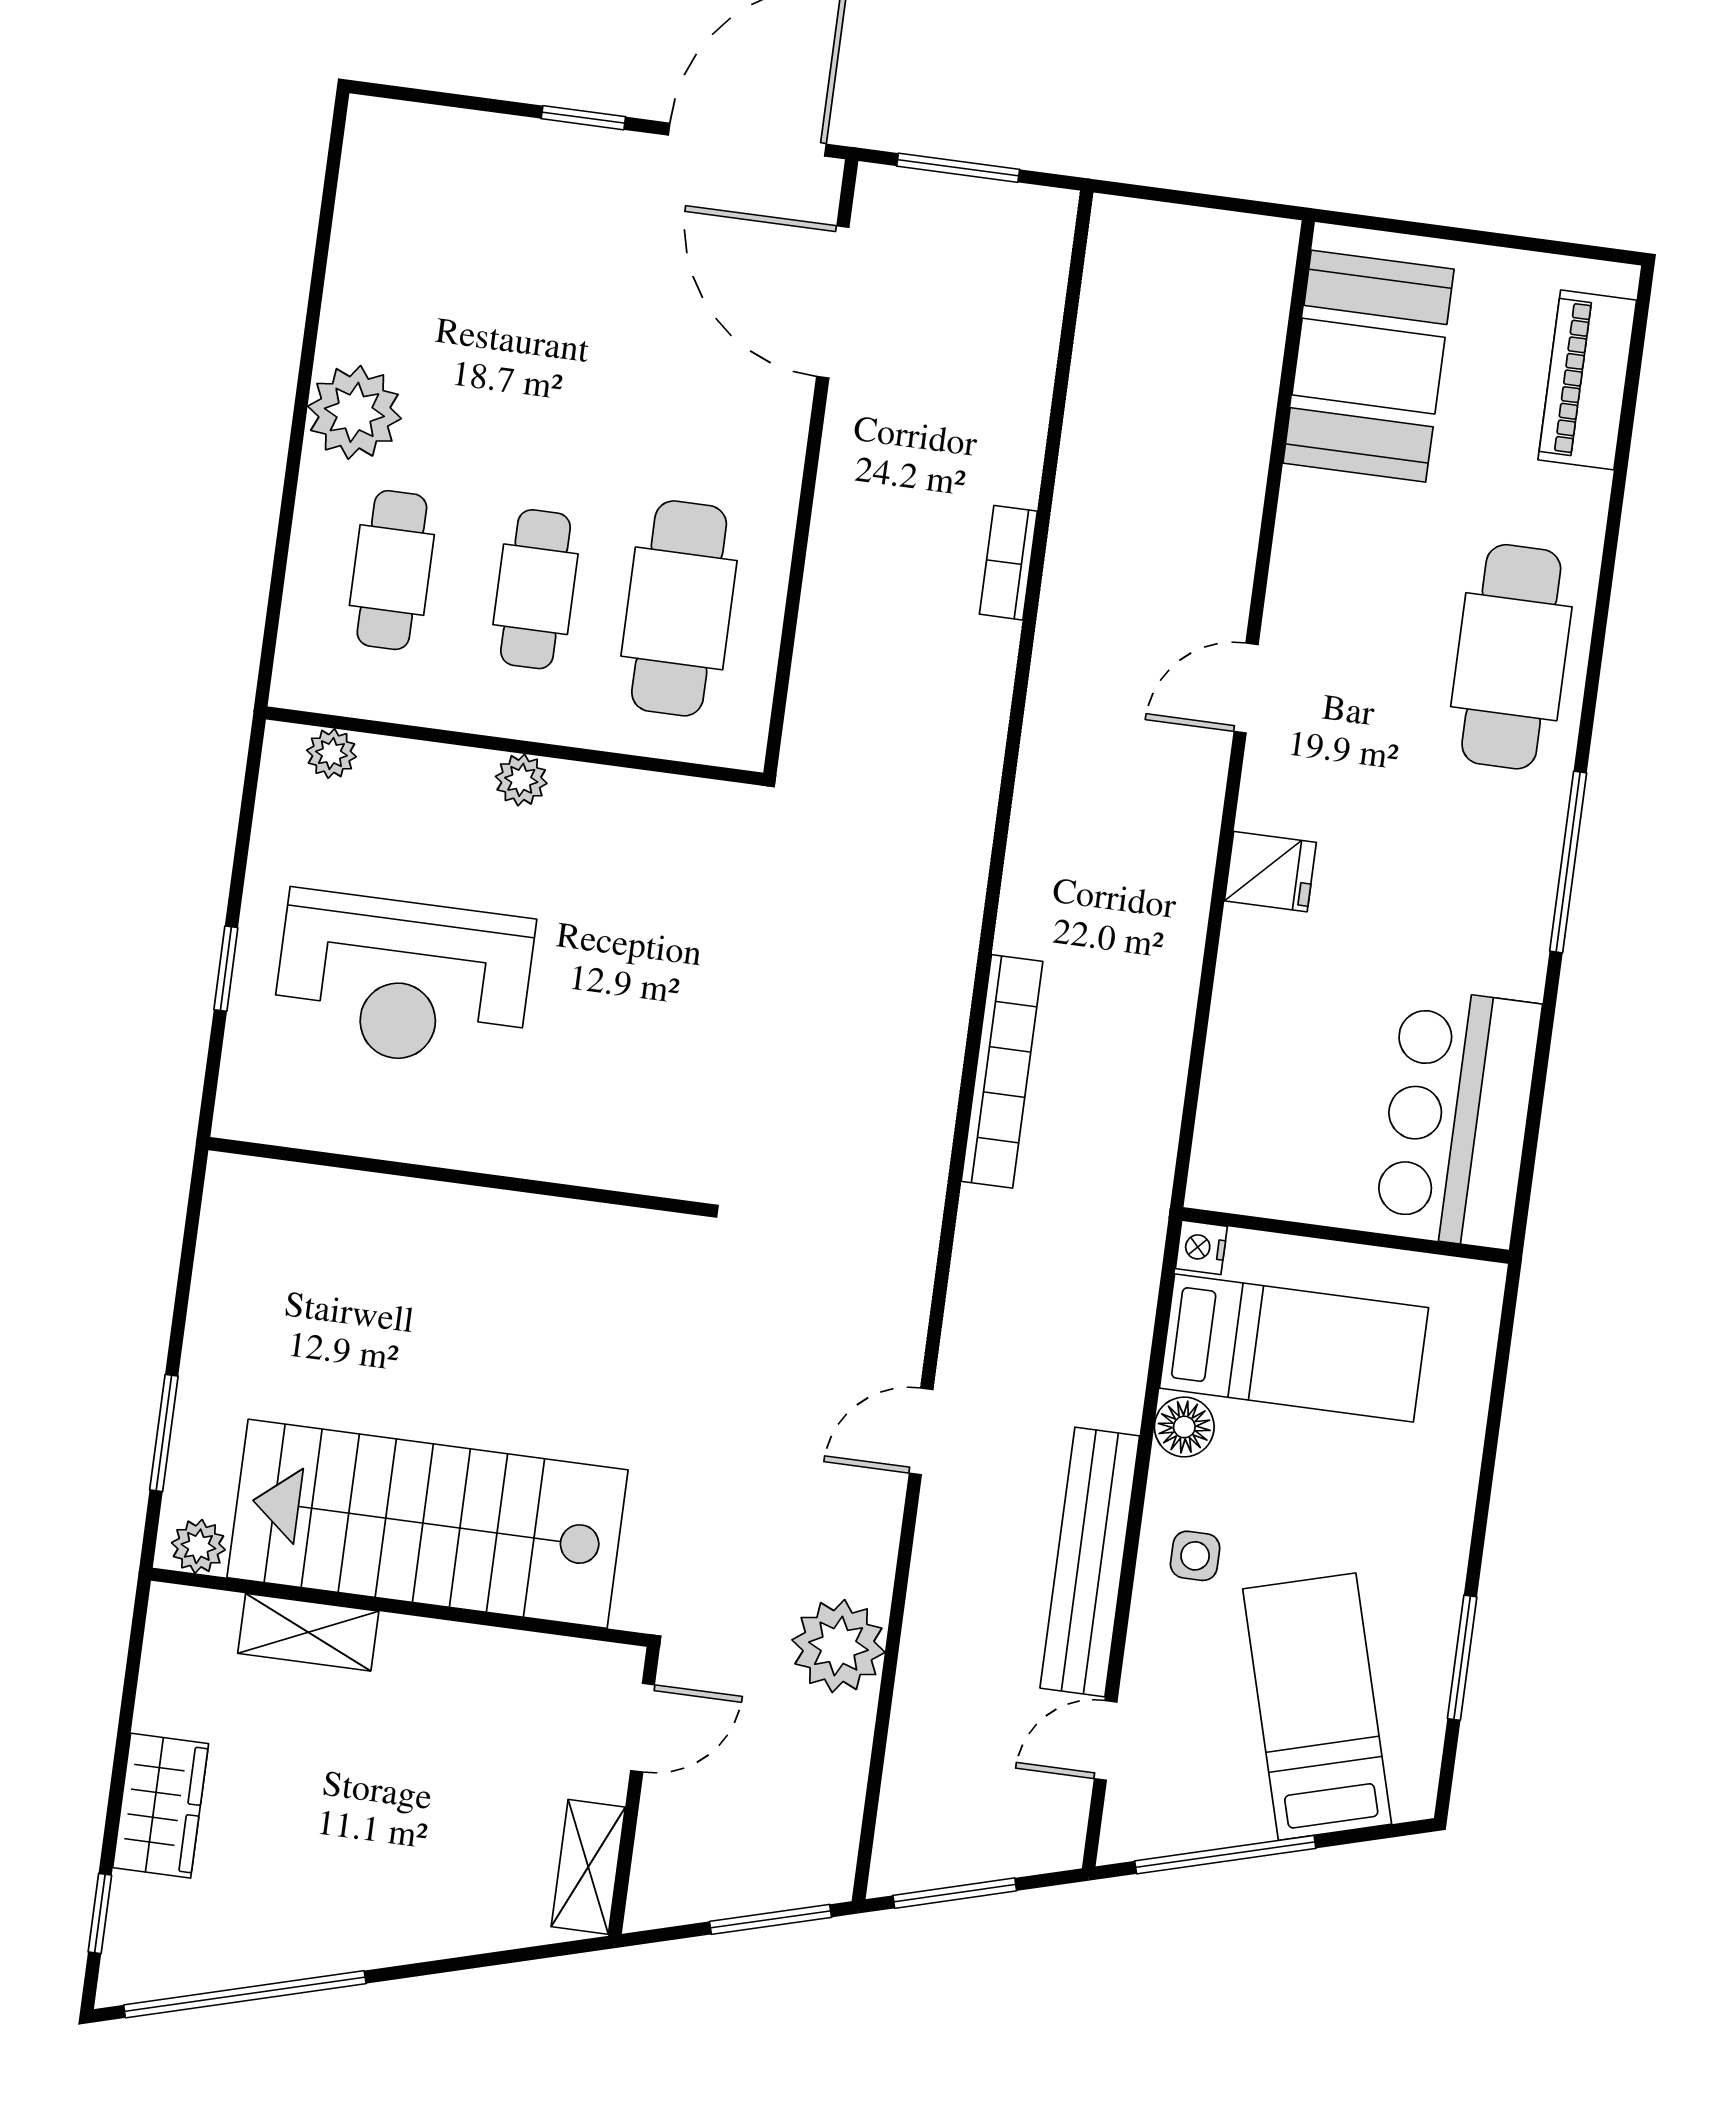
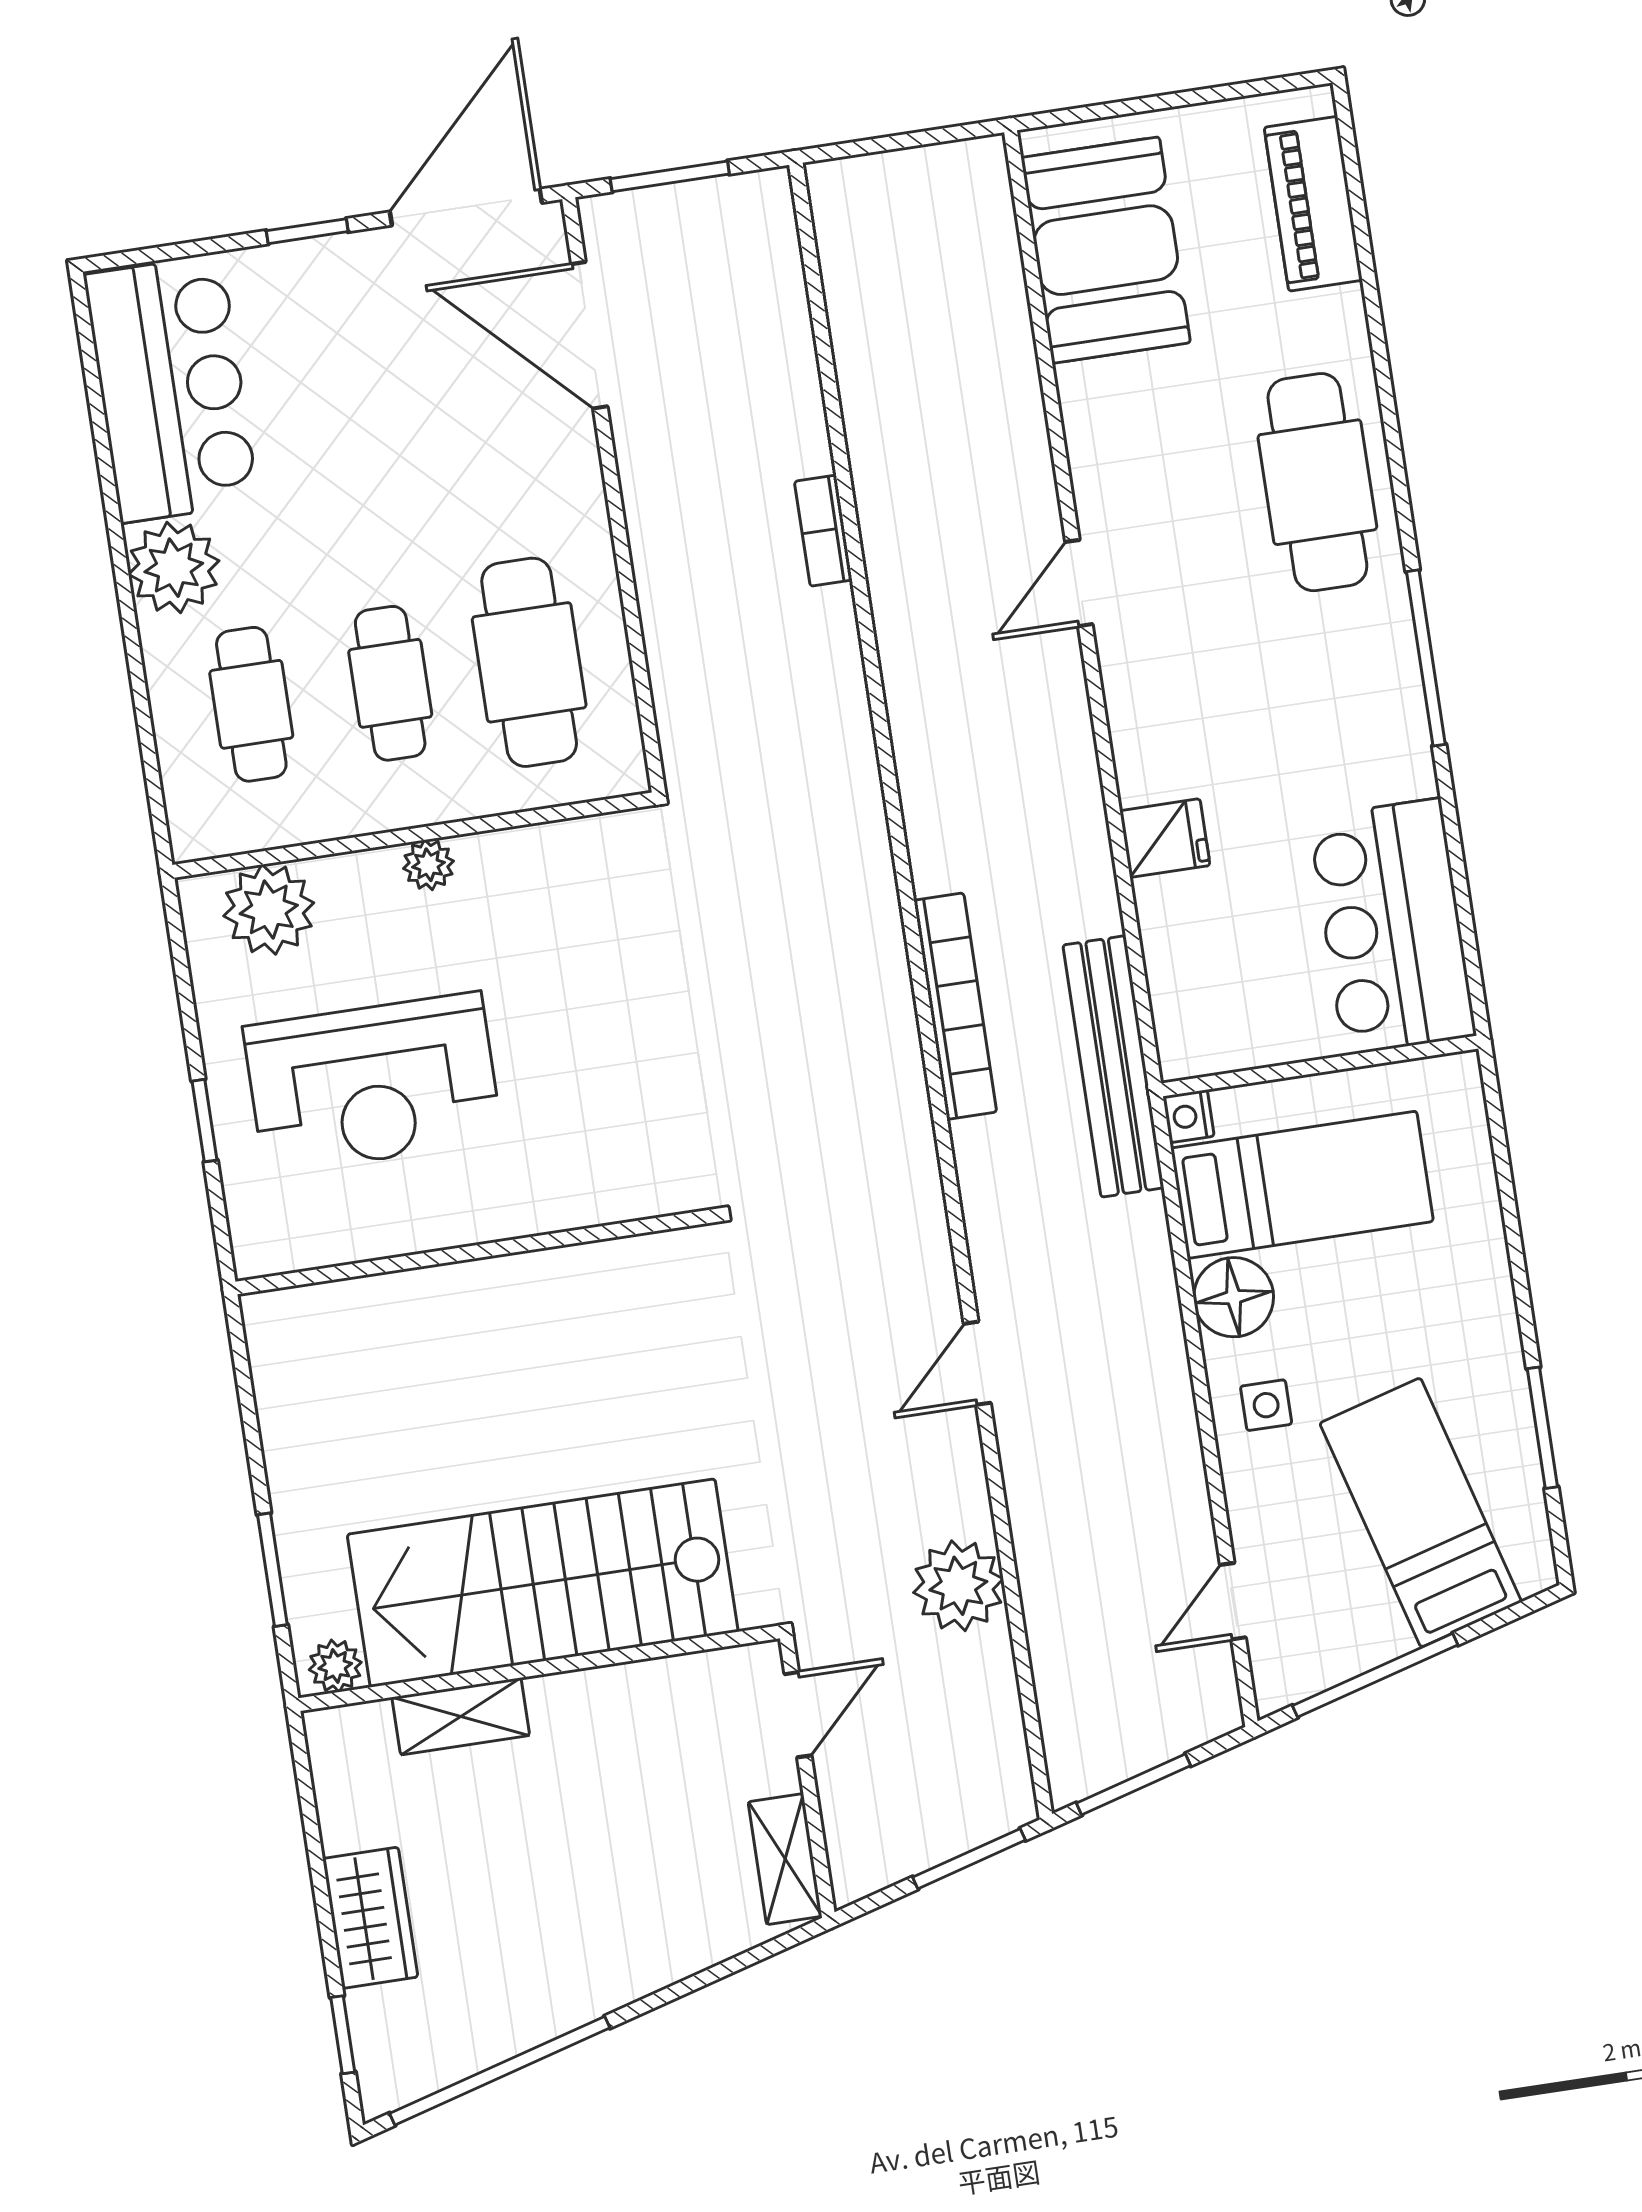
bar counter: (403, 235) -> (171, 389), added
plant: (331, 754) -> (269, 909), width x1.87, depth x1.87
fridge: (1270, 872) -> (1165, 838), moved
floor lamp: (1184, 1427) -> (1234, 1297), width x1.38, depth x1.38
bench: (1090, 1562) -> (1113, 1066), moved

